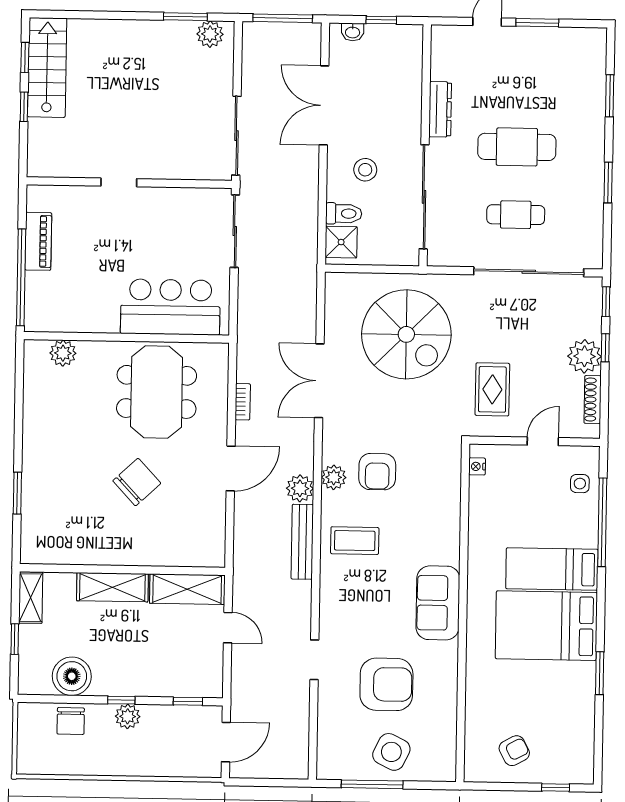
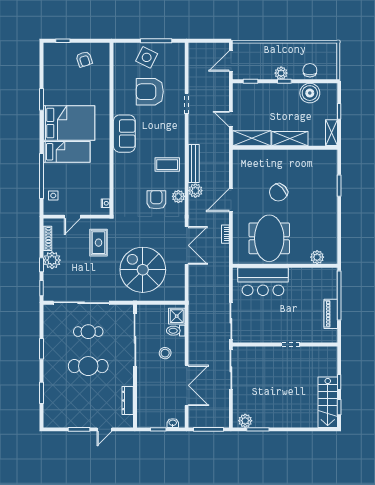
dresser: (440, 109) -> (128, 400), moved
armchair: (514, 751) -> (84, 59), turned -80

